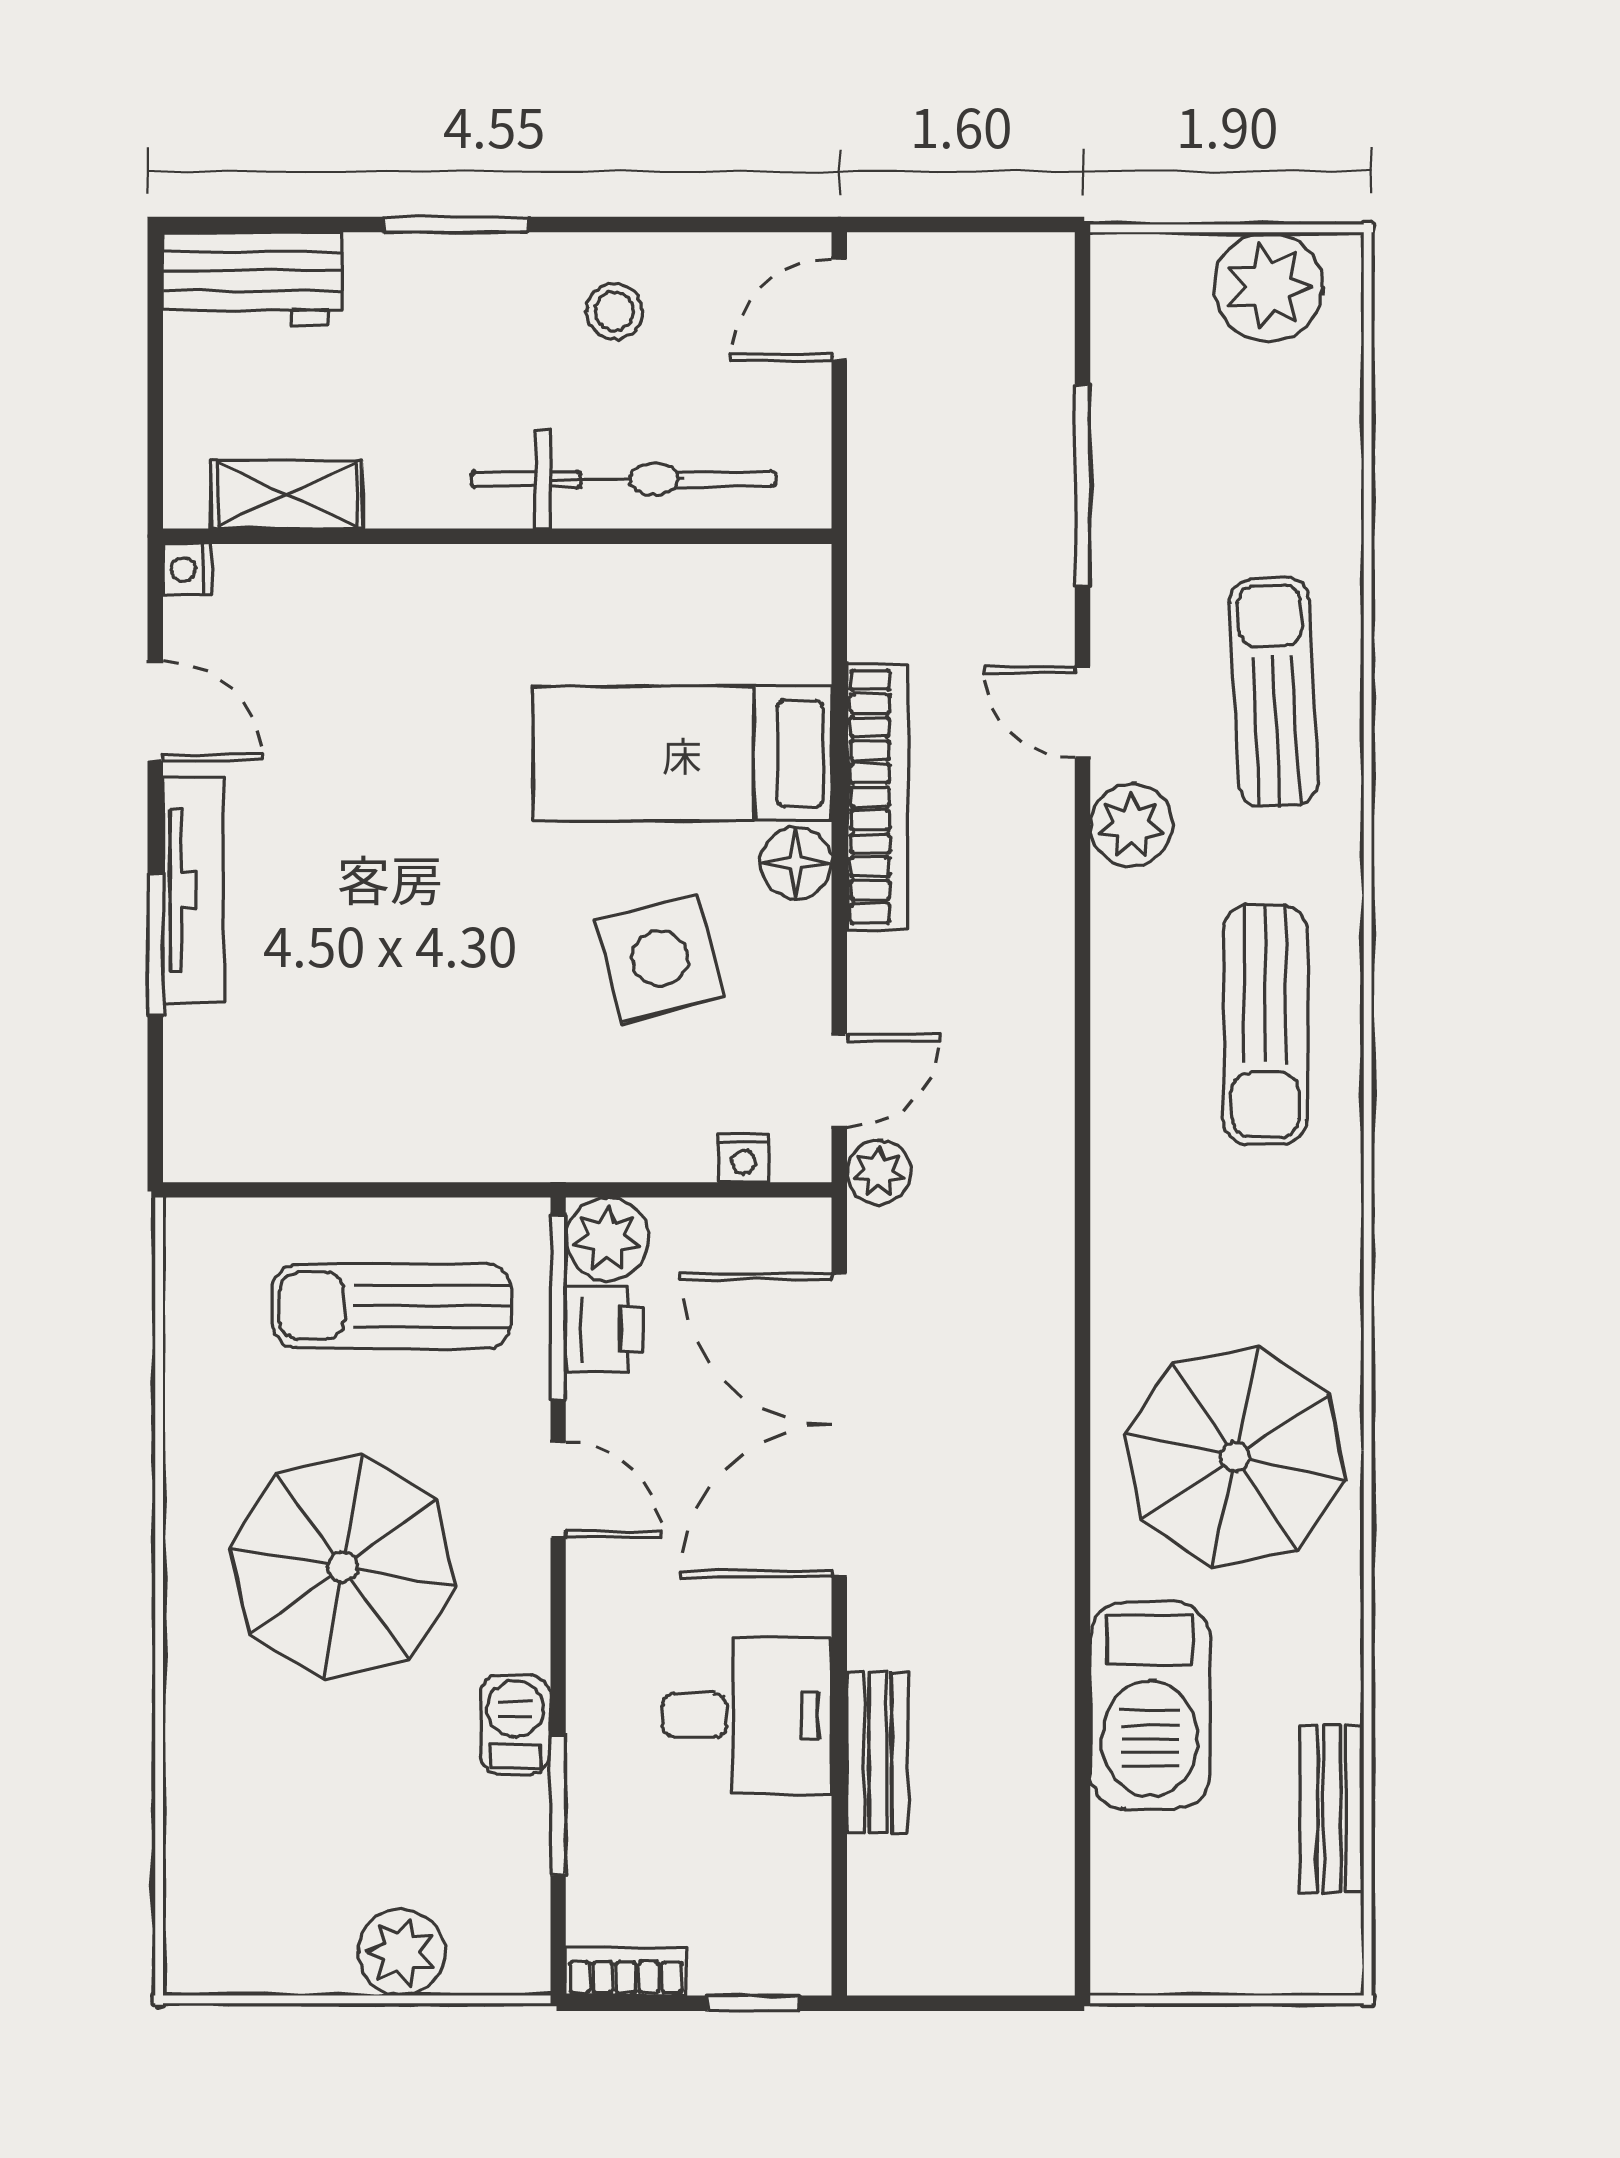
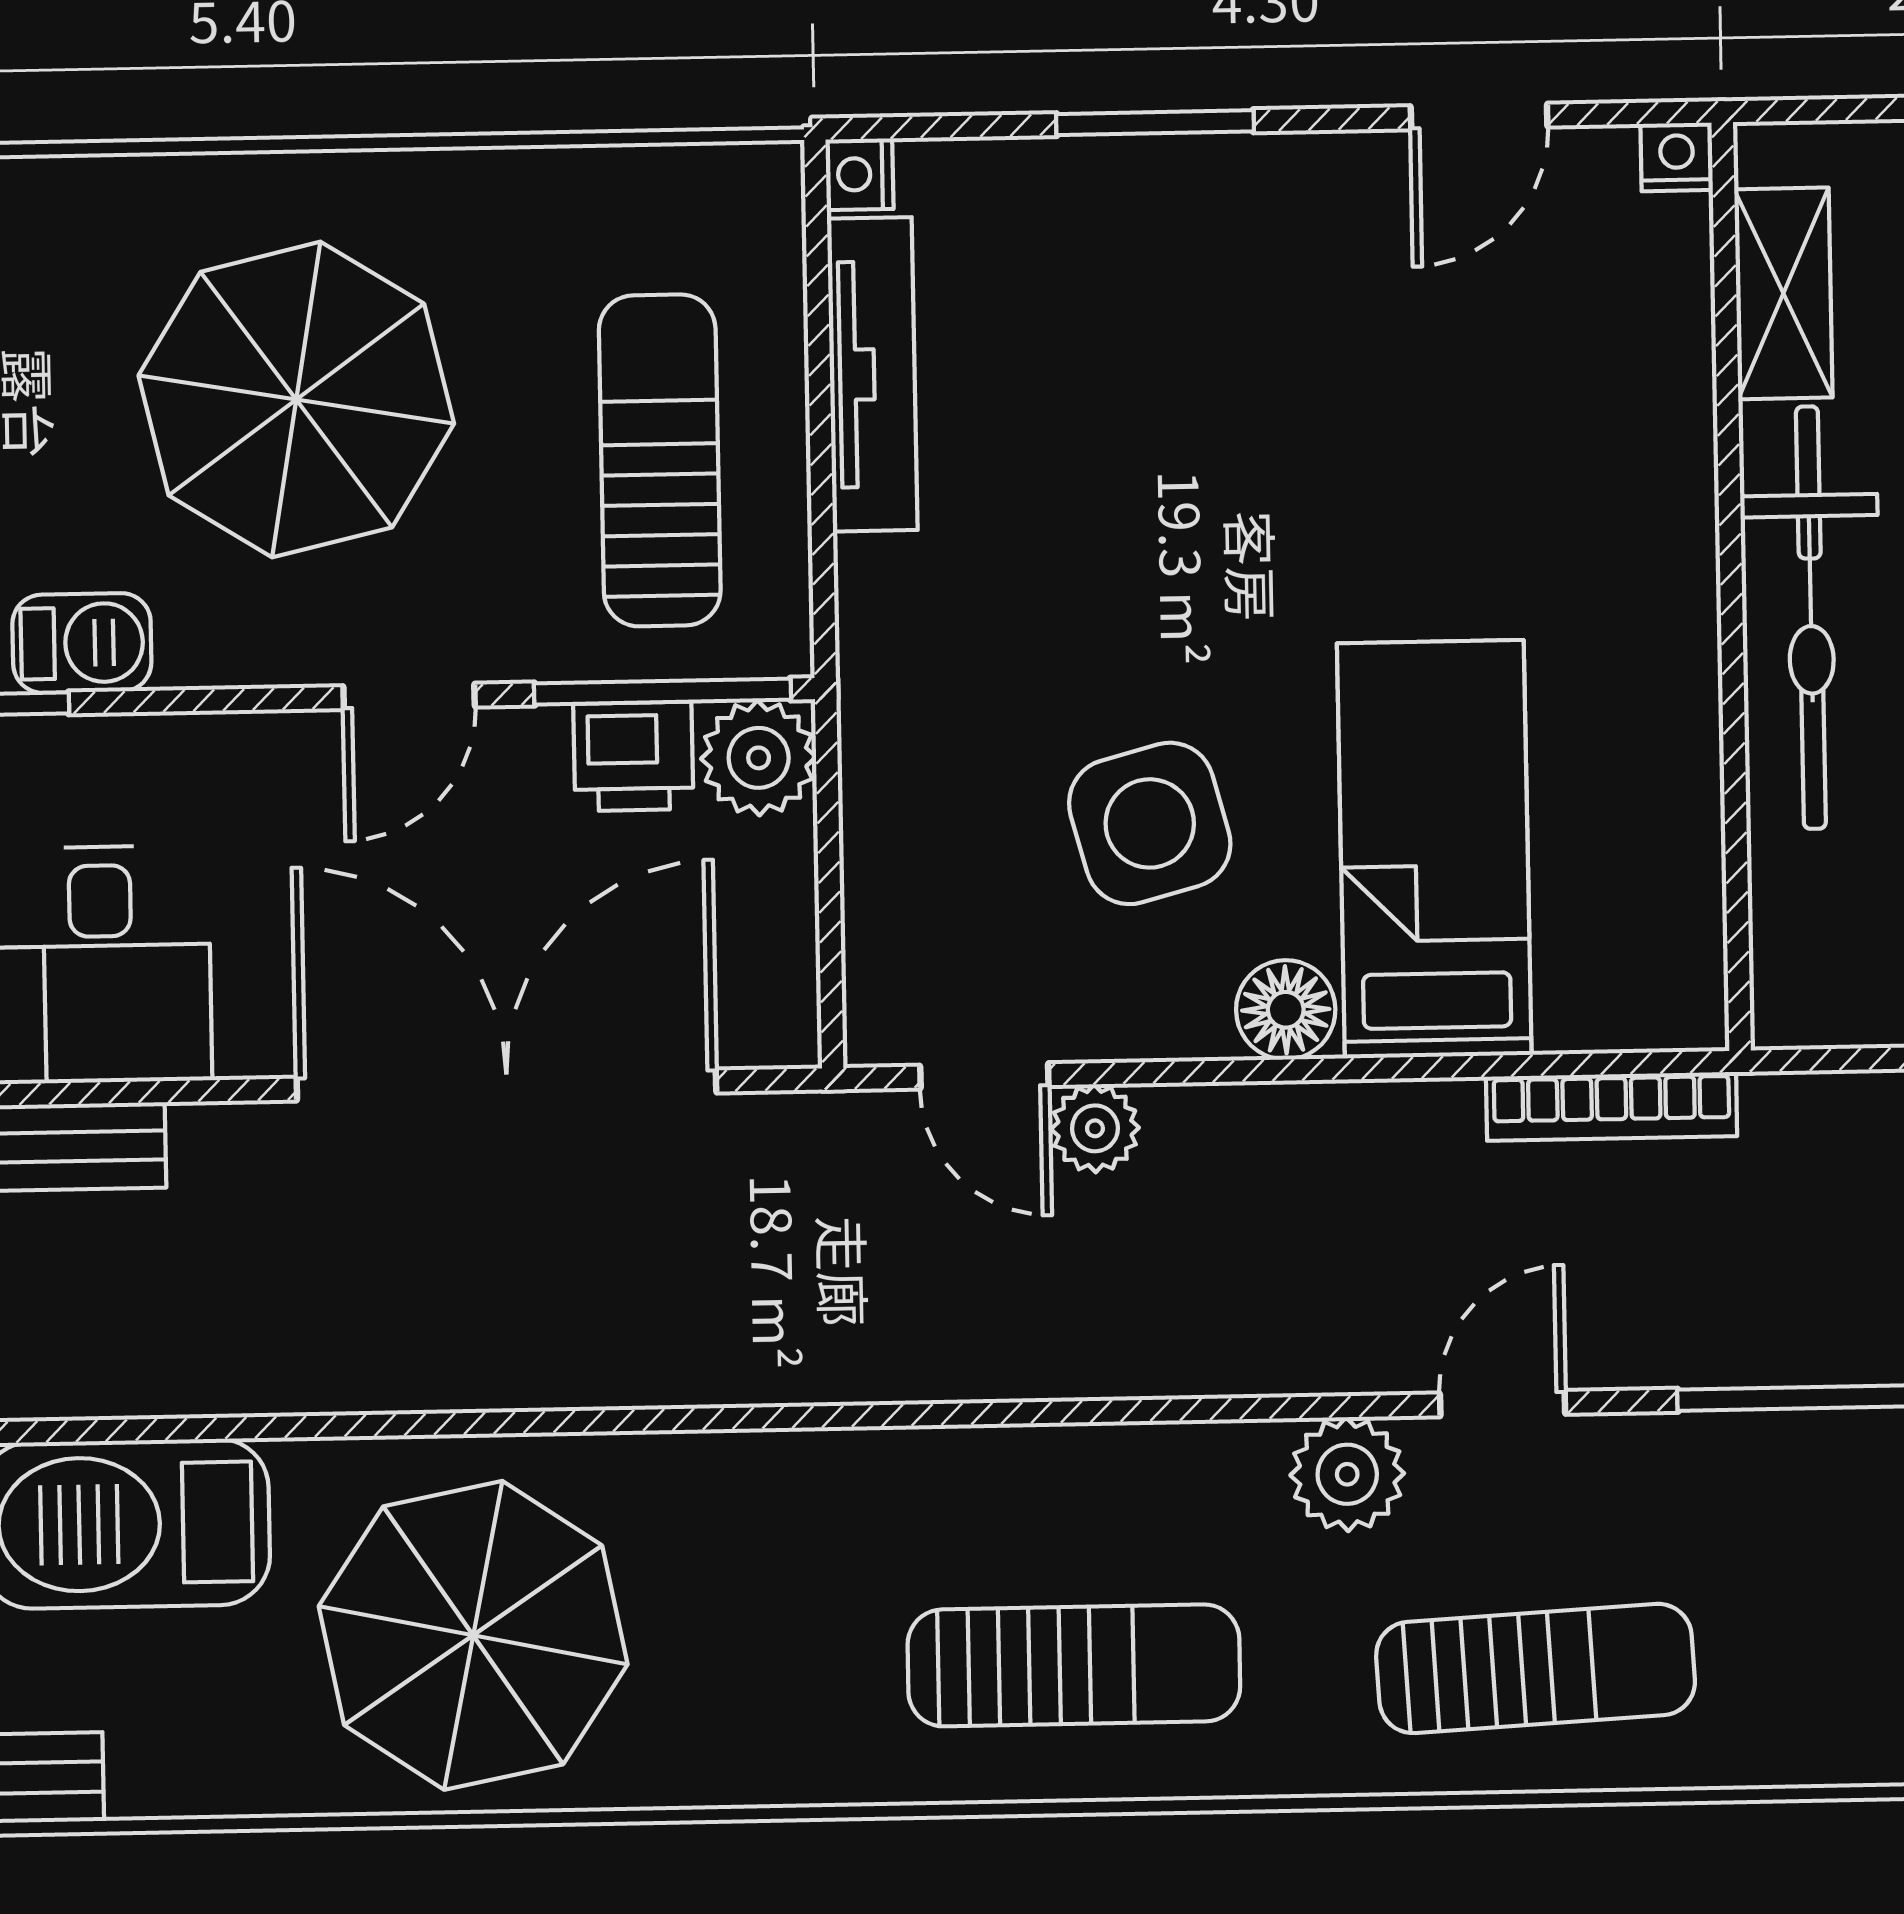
bicycle: (623, 479) -> (1811, 618), moved
bookcase: (877, 797) -> (1612, 1106), moved, width x0.68, depth x0.76
tv unit: (193, 890) -> (872, 374), moved, turned -90
sun lounger: (1265, 1024) -> (1074, 1665), turned 180
nightstand: (744, 1158) -> (860, 174), moved
plant: (879, 1172) -> (1095, 1128), moved

